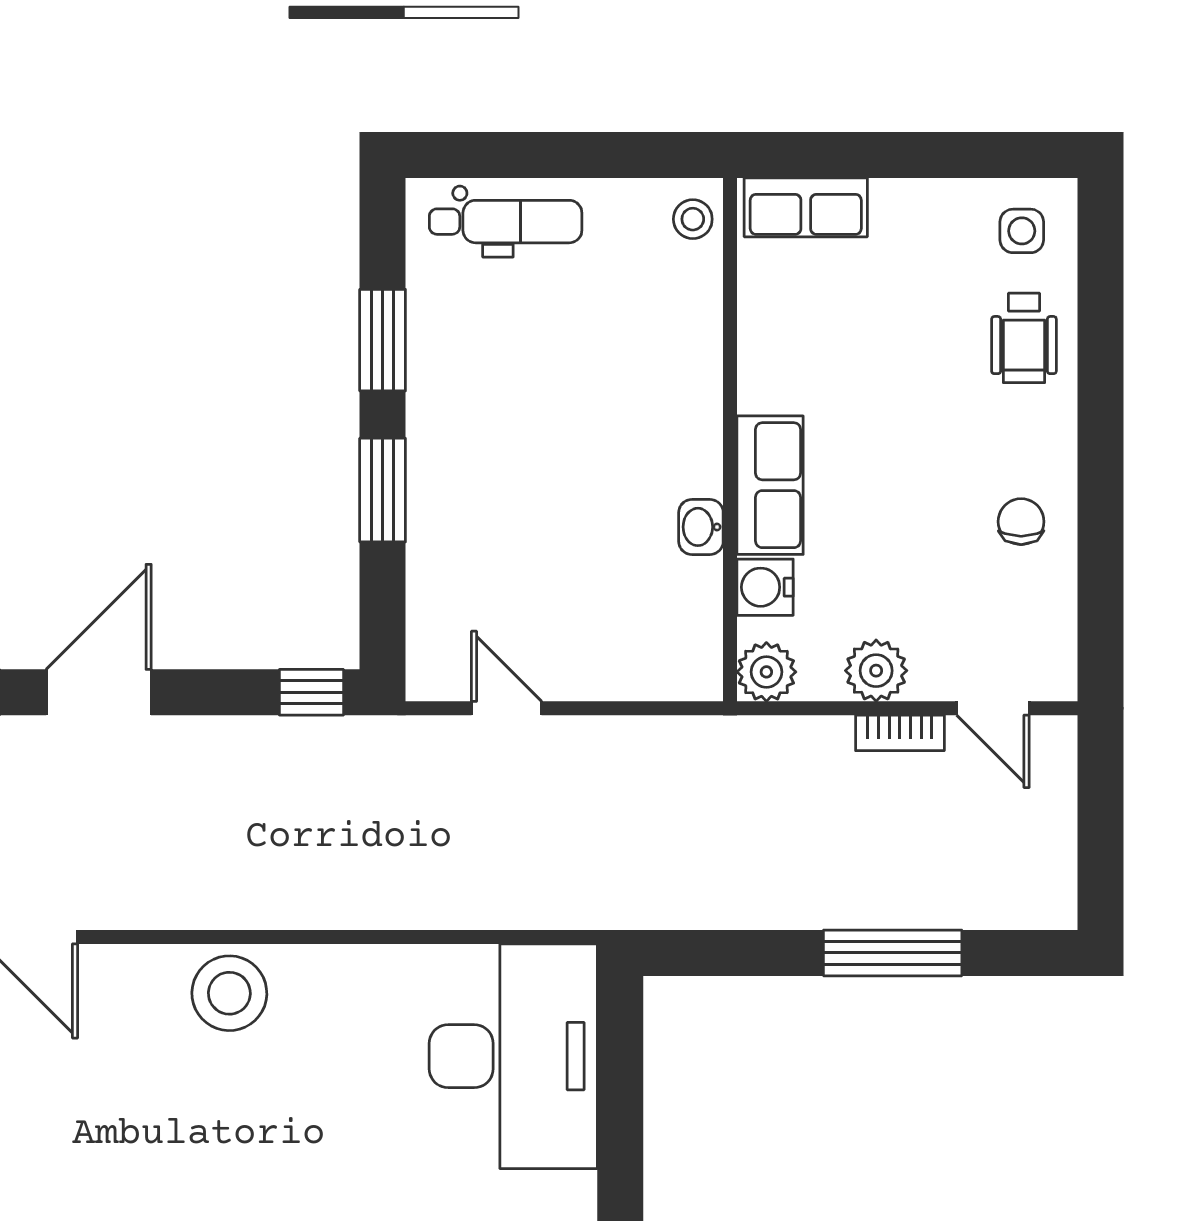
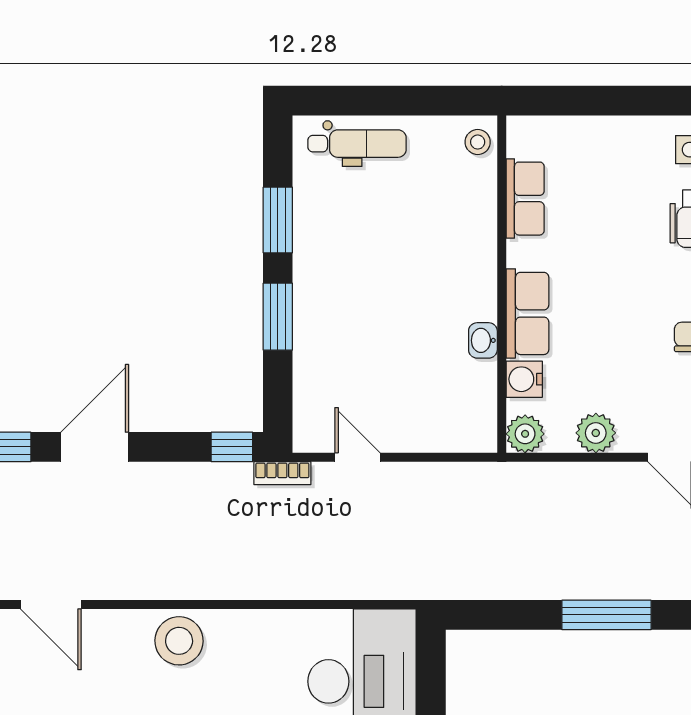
row of seats: (806, 207) -> (525, 199), moved, turned -90
bookcase: (900, 733) -> (282, 473), moved

